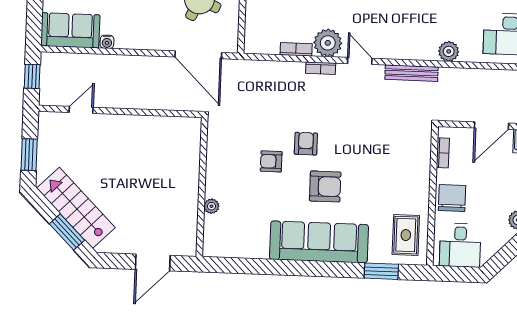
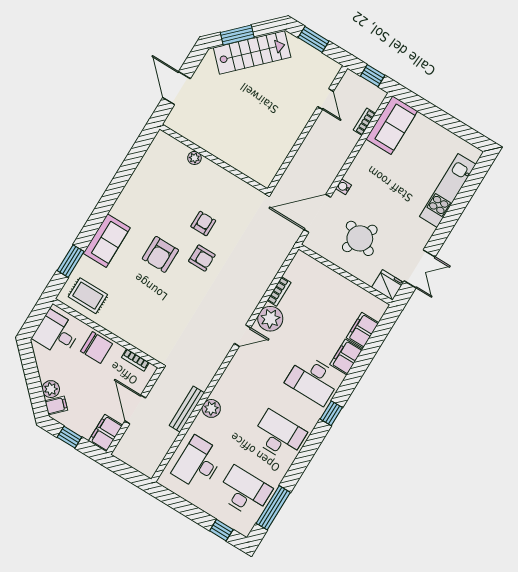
water cooler: (107, 42) -> (343, 187), moved
bookcase: (321, 68) -> (364, 122), moved
bench: (411, 73) -> (187, 409), moved
sofa: (319, 242) -> (107, 241), width x0.54, depth x0.79

